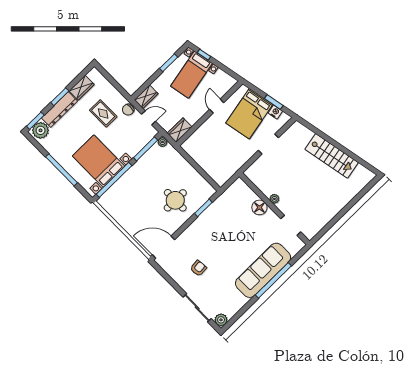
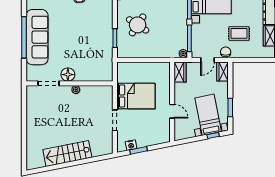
bed: (249, 114) -> (136, 96), moved, turned 101
round table: (175, 200) -> (138, 25), turned 33
floor lamp: (259, 207) -> (68, 75), moved

